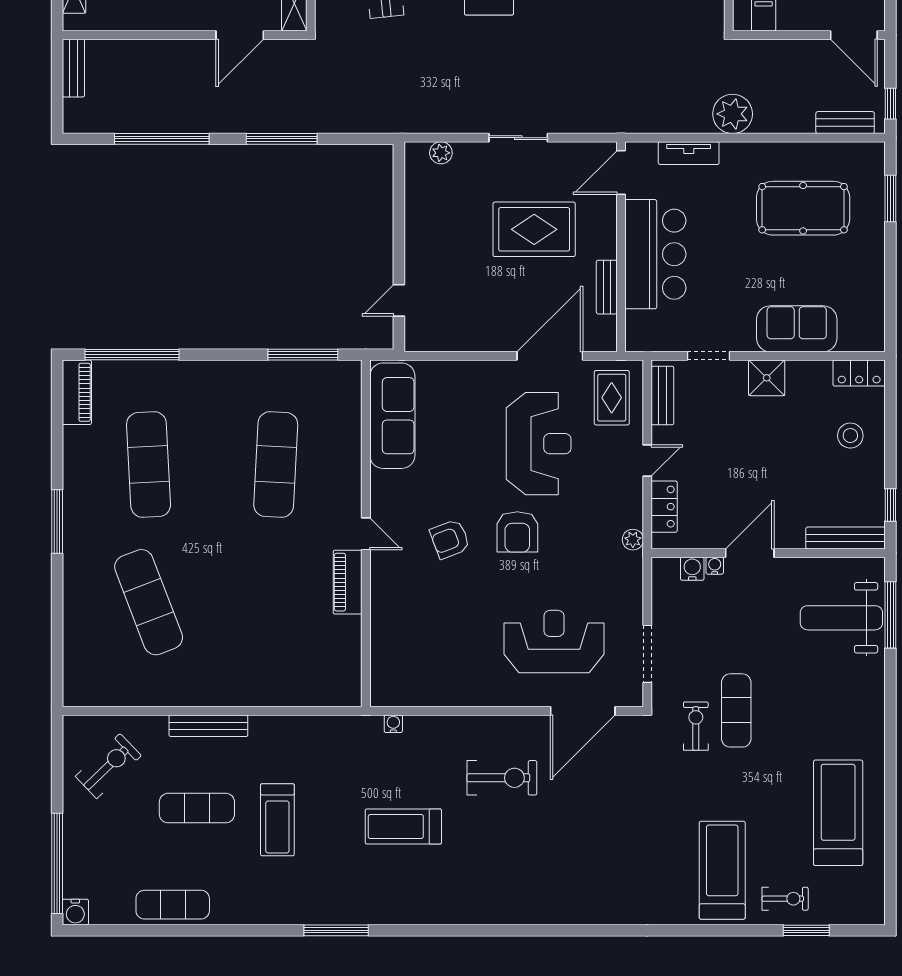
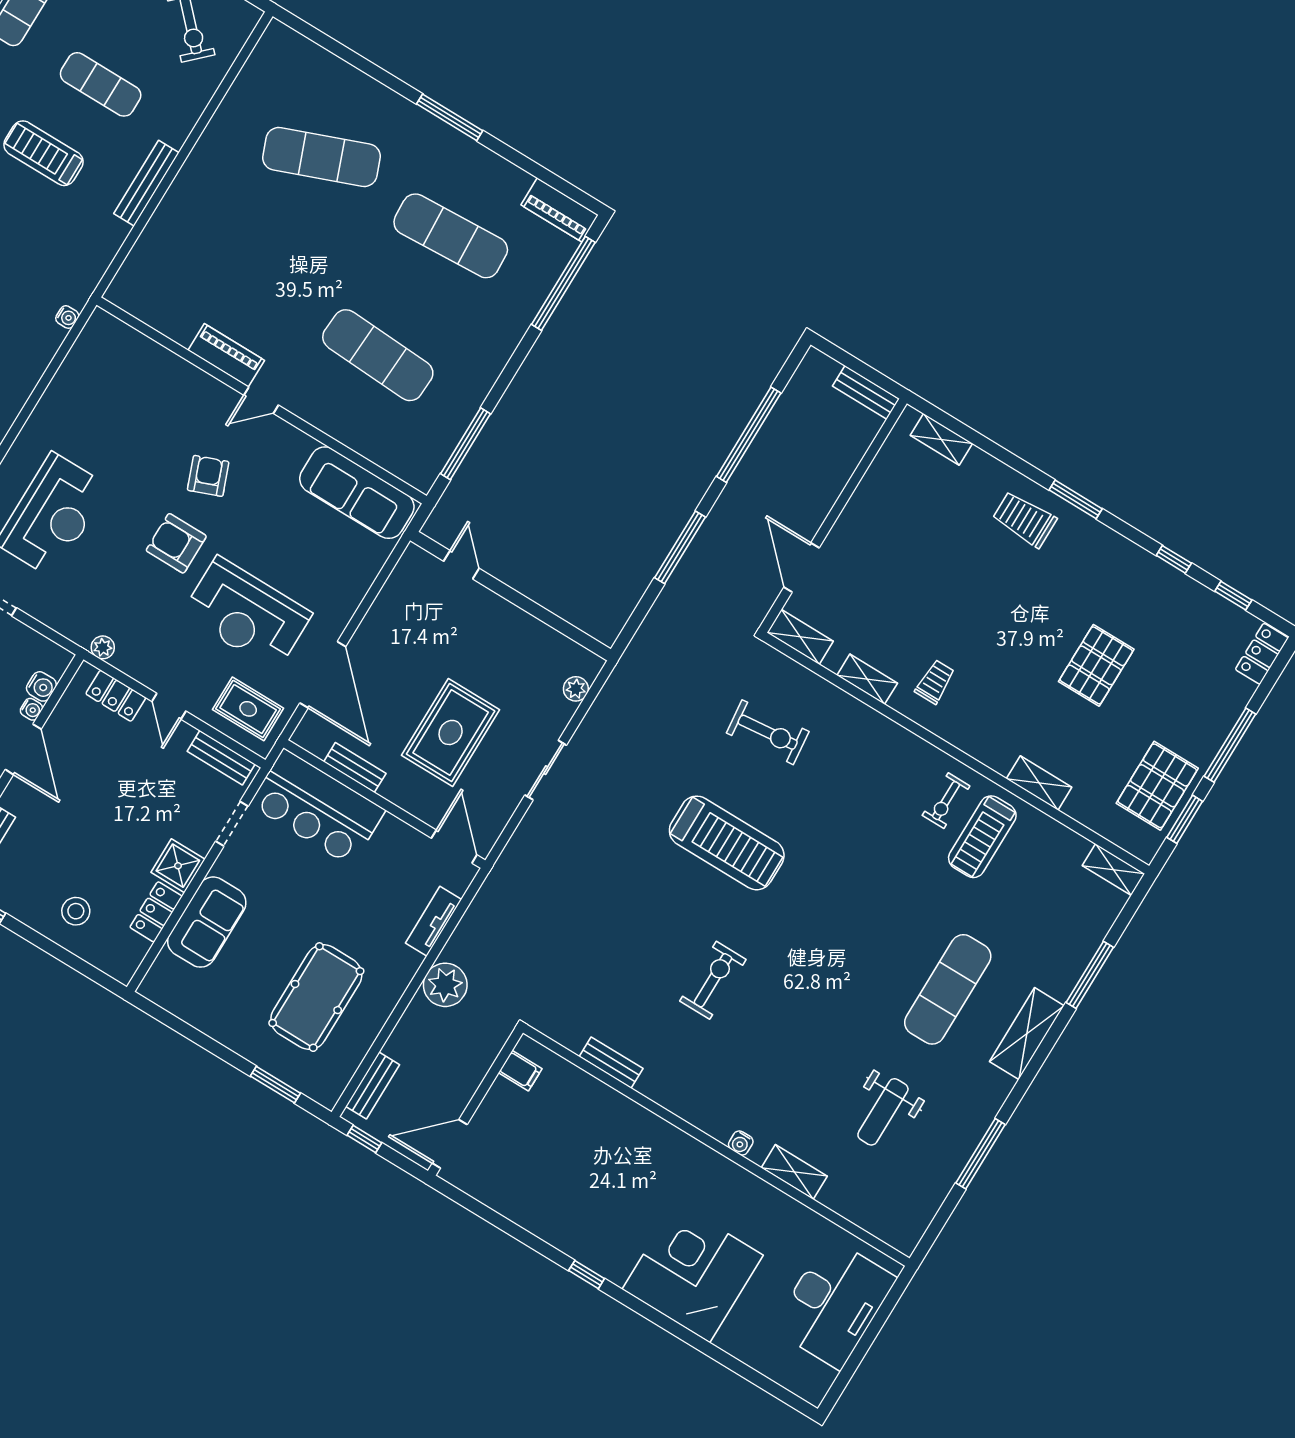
bar counter: (655, 254) -> (317, 807), moved
locker: (859, 373) -> (156, 912), moved
bench: (208, 726) -> (146, 183), moved
exercise mat: (197, 808) -> (101, 84), turned 90

